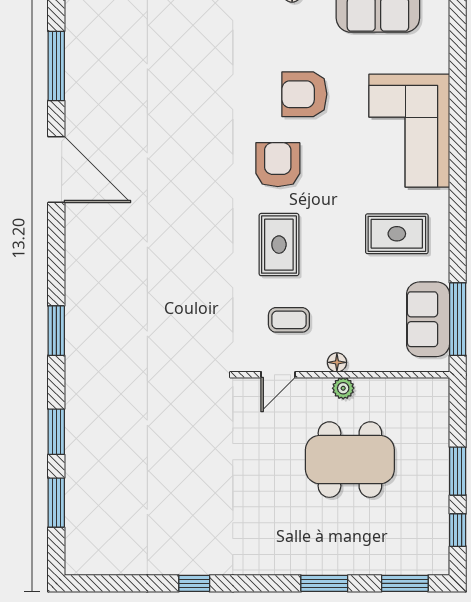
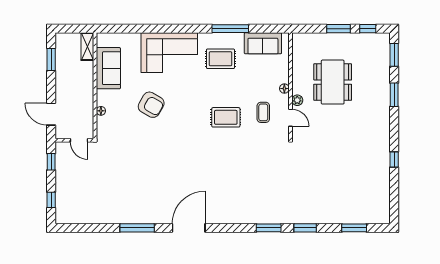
armchair: (304, 94) -> (151, 105), turned -60
armchair: (278, 165) -> (186, 118), removed
rug: (397, 234) -> (220, 59), turned 90
window: (458, 319) -> (230, 29), moved
plant: (343, 388) -> (297, 100), moved
window: (56, 432) -> (305, 228), moved

